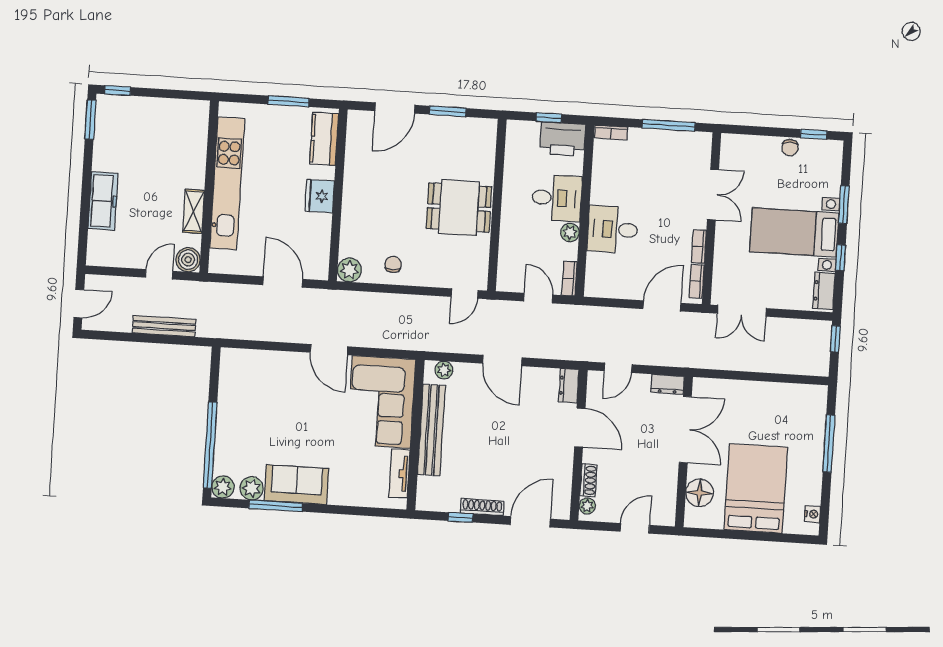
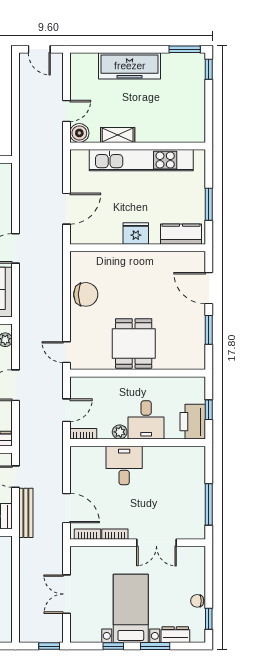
bookcase: (611, 132) -> (200, 459), removed
freezer: (103, 201) -> (130, 66), width x1.36, depth x1.26
chair: (393, 264) -> (86, 294), width x1.87, depth x1.87
plant: (349, 270) -> (79, 260), removed
door: (159, 274) -> (66, 111), hinge flipped
dresser: (824, 291) -> (175, 635), moved
double door: (742, 311) -> (66, 594), moved
bench: (164, 326) -> (26, 513), moved

